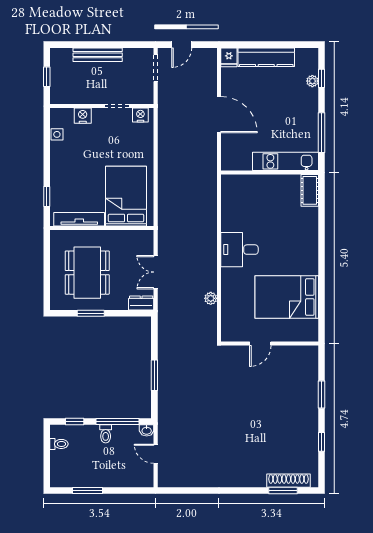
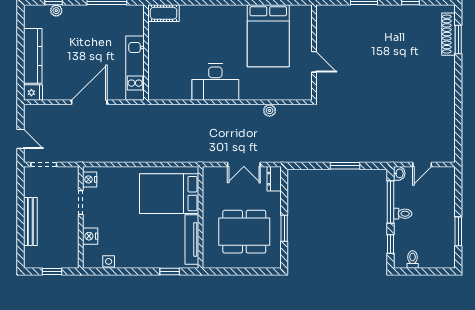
kitchen unit: (285, 161) -> (135, 68), moved
desk: (239, 250) -> (215, 82), width x1.37

